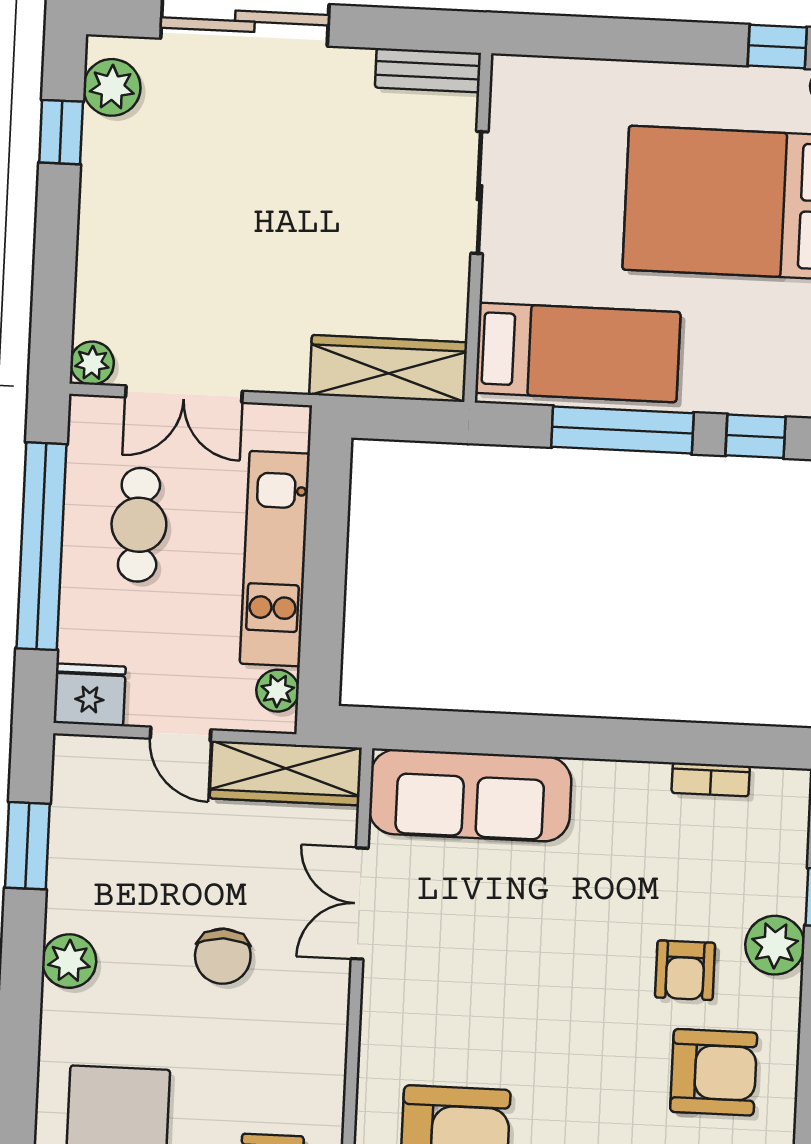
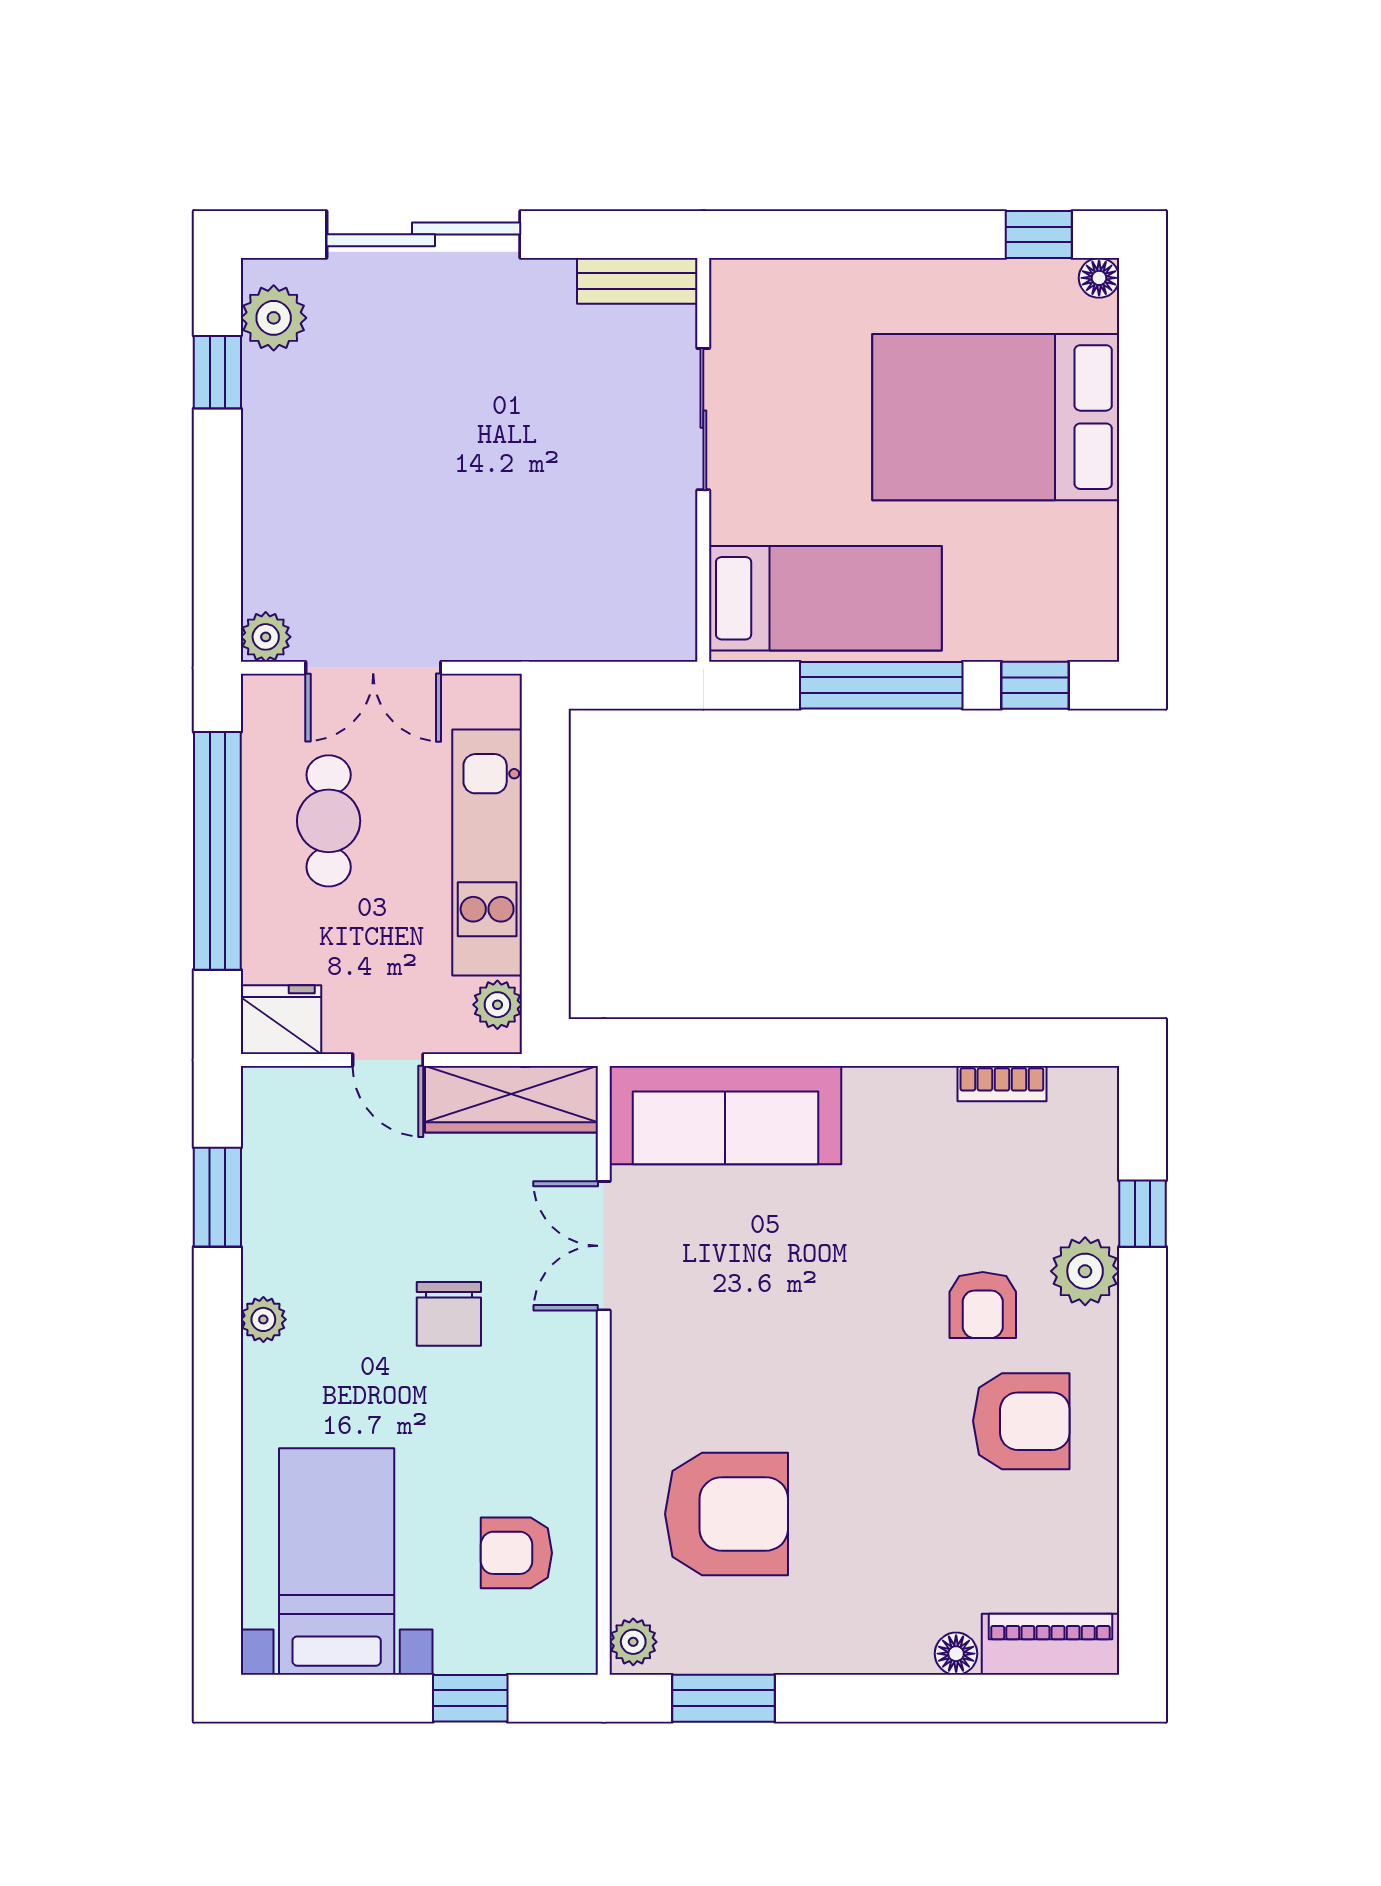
wardrobe: (388, 369) -> (608, 627), removed
plant: (69, 961) -> (263, 1319), width x0.73, depth x0.73

